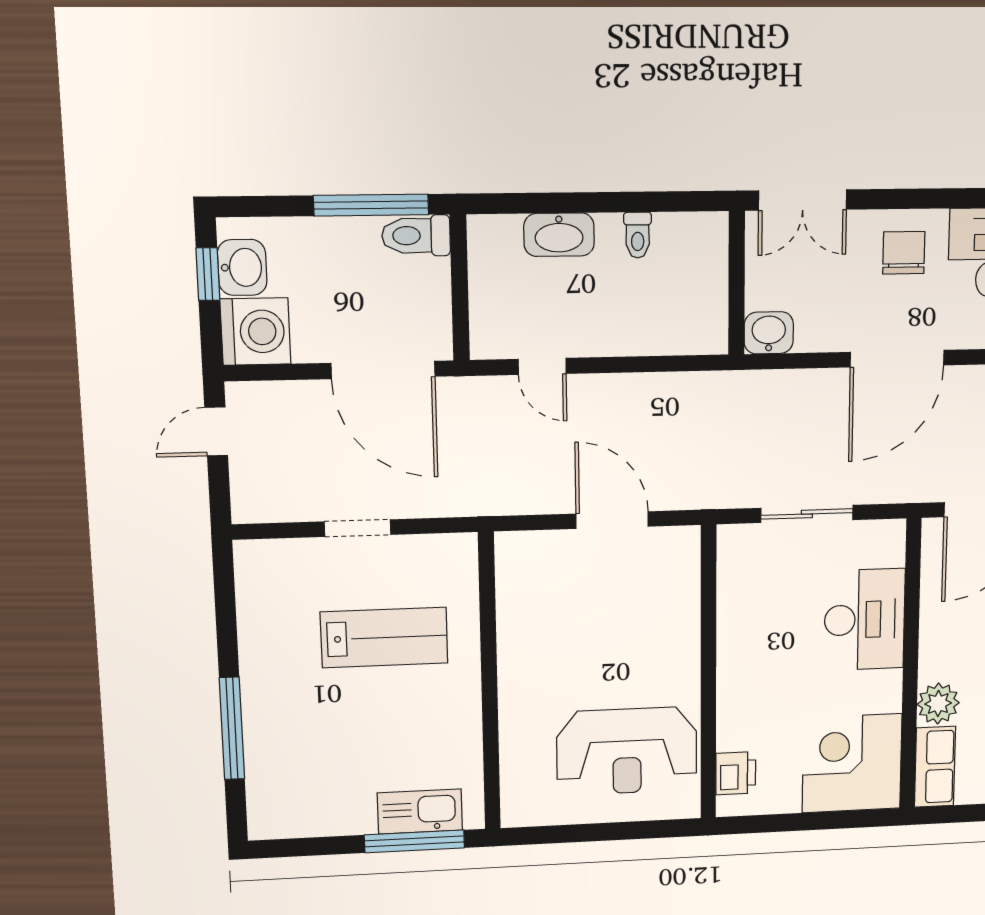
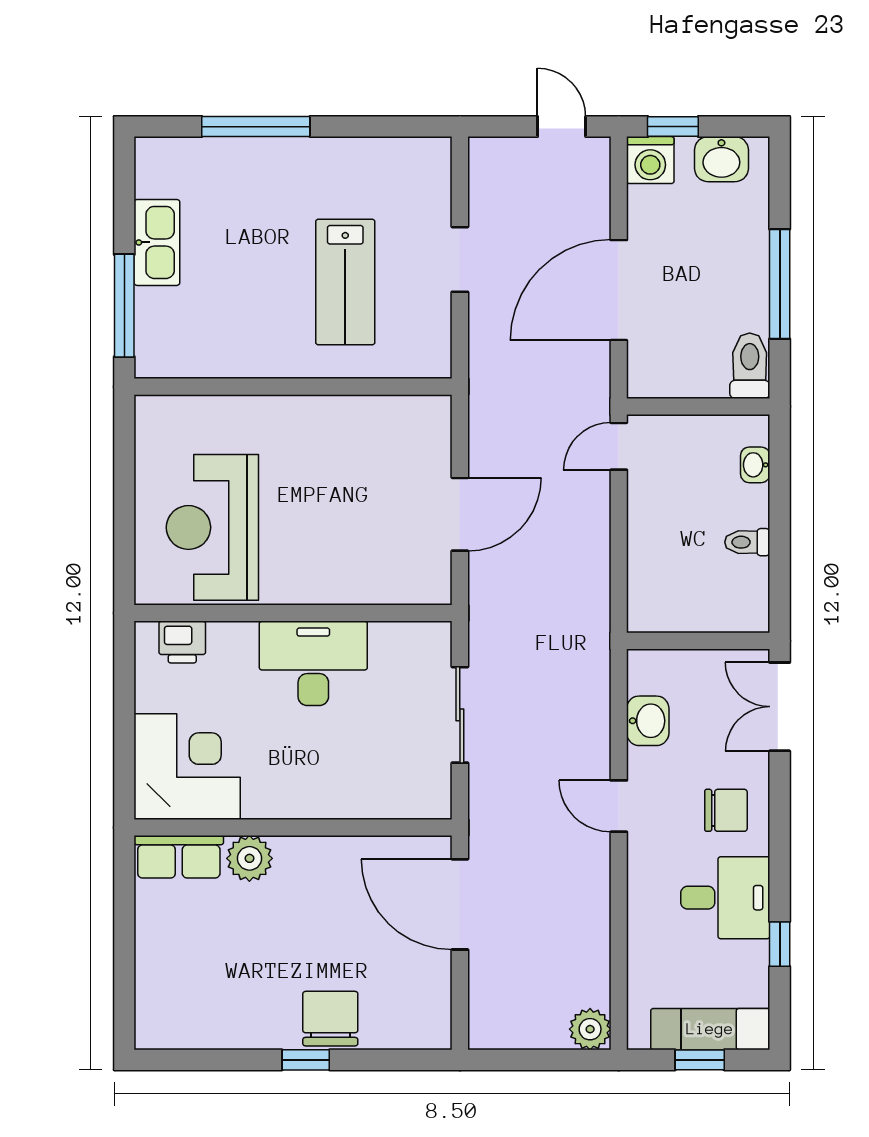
washbasin: (559, 235) -> (755, 465), width x0.52, depth x0.69
toilet: (416, 236) -> (750, 366), moved
window: (208, 274) -> (673, 127), moved
wall: (460, 288) -> (698, 407), moved
washing machine: (255, 332) -> (650, 160), width x0.73, depth x0.73
washbasin: (769, 333) -> (648, 721), moved
door: (897, 359) -> (619, 806), width x0.53
desk: (865, 620) -> (313, 663), moved, turned 180
kitchen sink: (420, 811) -> (157, 242), moved

